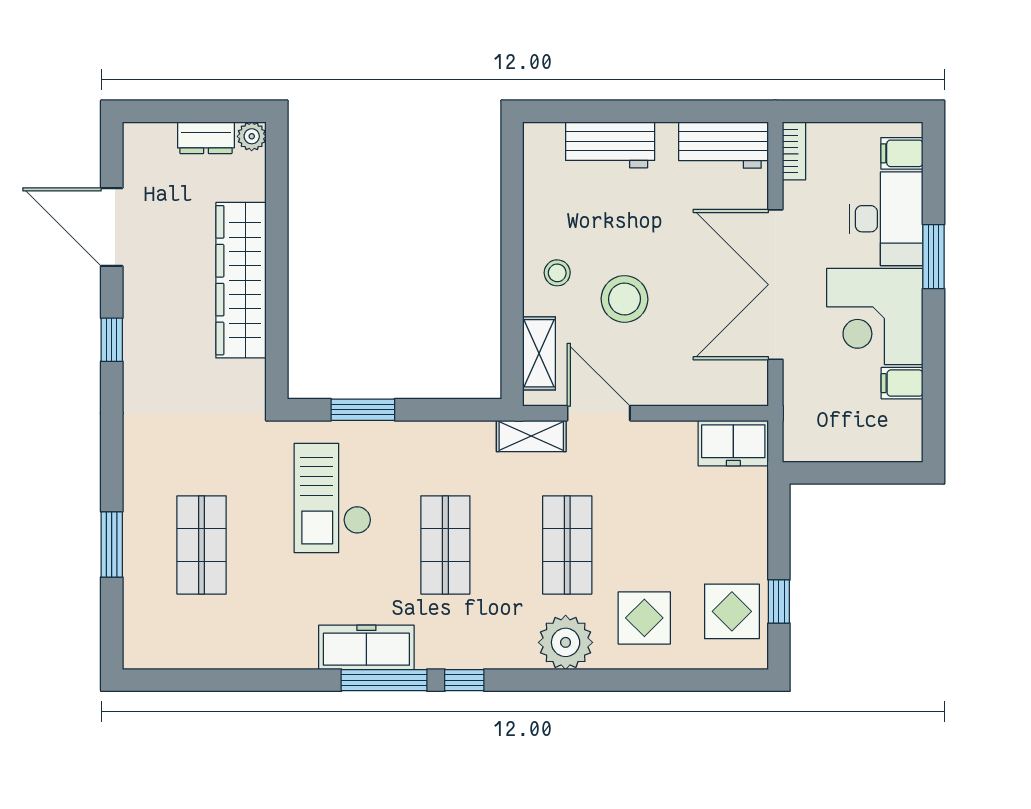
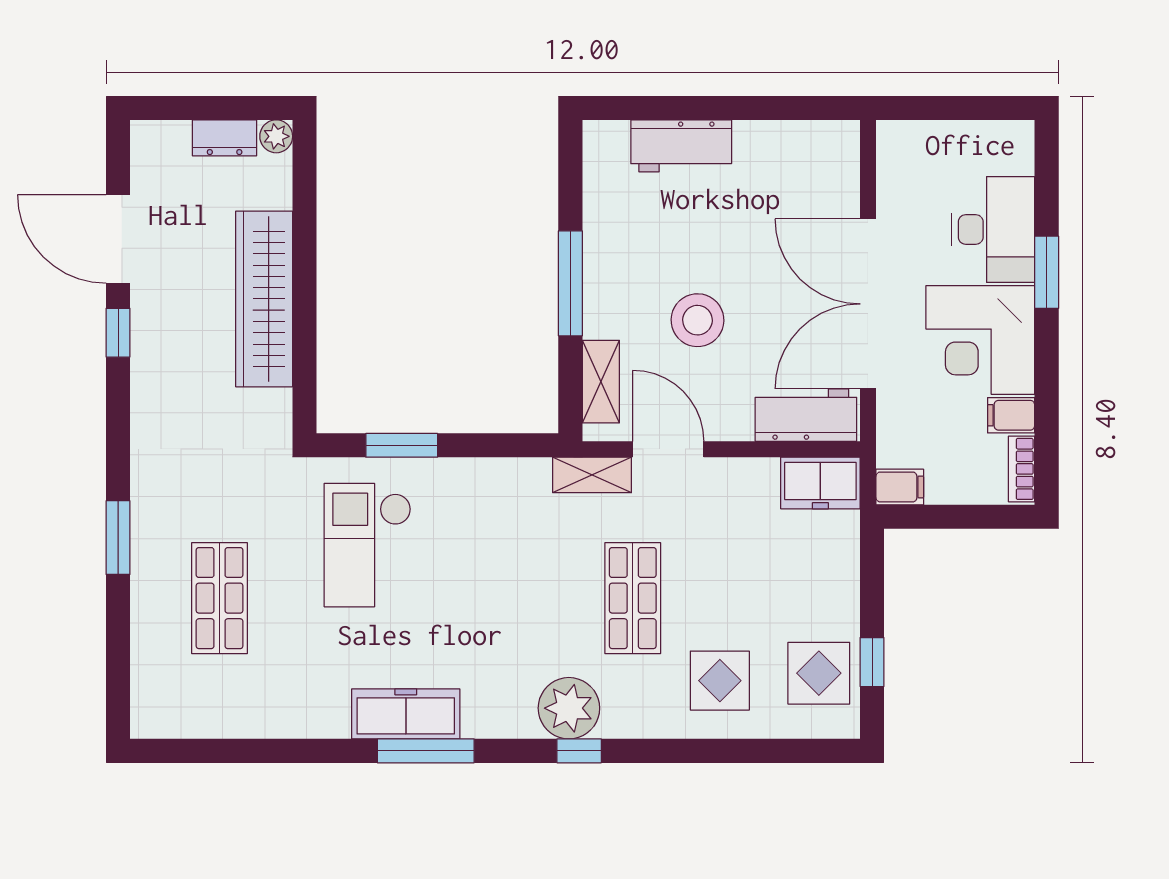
workbench: (724, 145) -> (806, 415), moved, turned 180
bookcase: (794, 151) -> (1022, 469), moved, turned 180
filing cabinet: (902, 153) -> (900, 487), moved, turned 180
window: (512, 266) -> (570, 283), added
stool: (557, 273) -> (621, 291), removed
window: (112, 340) -> (118, 333), moved
window: (112, 544) -> (118, 538), moved
shop shelf: (445, 545) -> (495, 598), removed
plant: (566, 642) -> (569, 708), moved
window: (464, 680) -> (579, 751), moved

